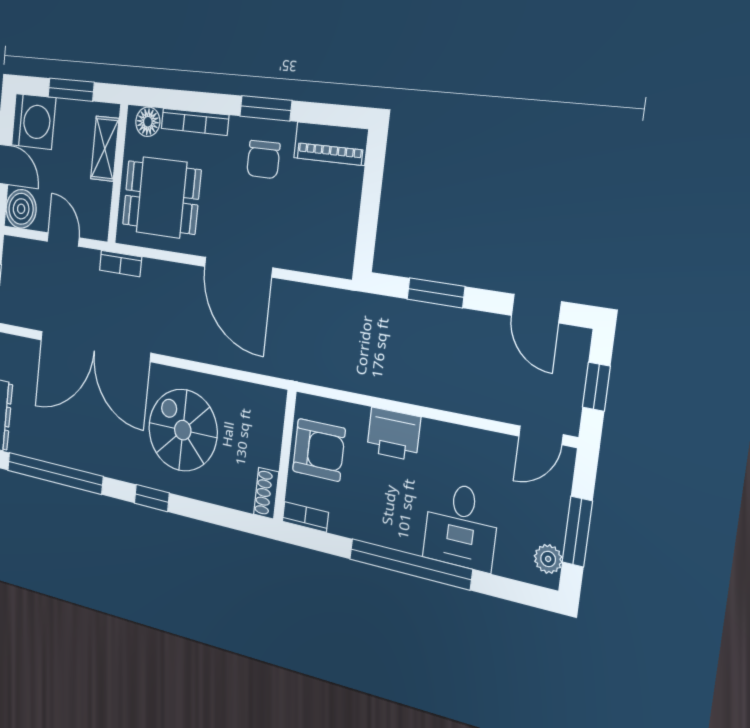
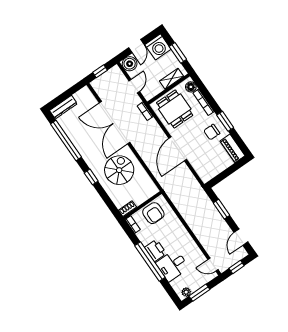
printer: (394, 434) -> (155, 251), moved, turned 180

